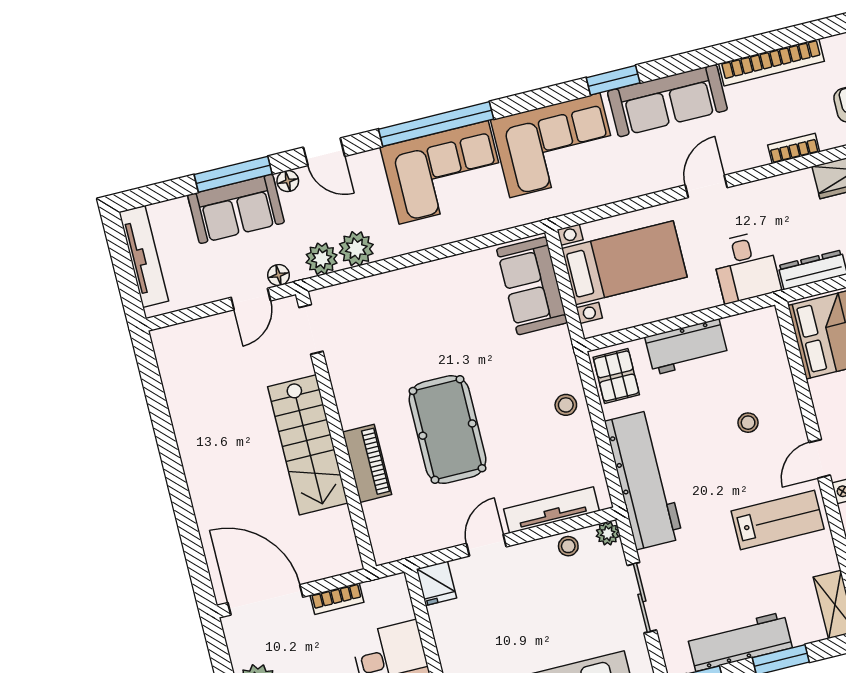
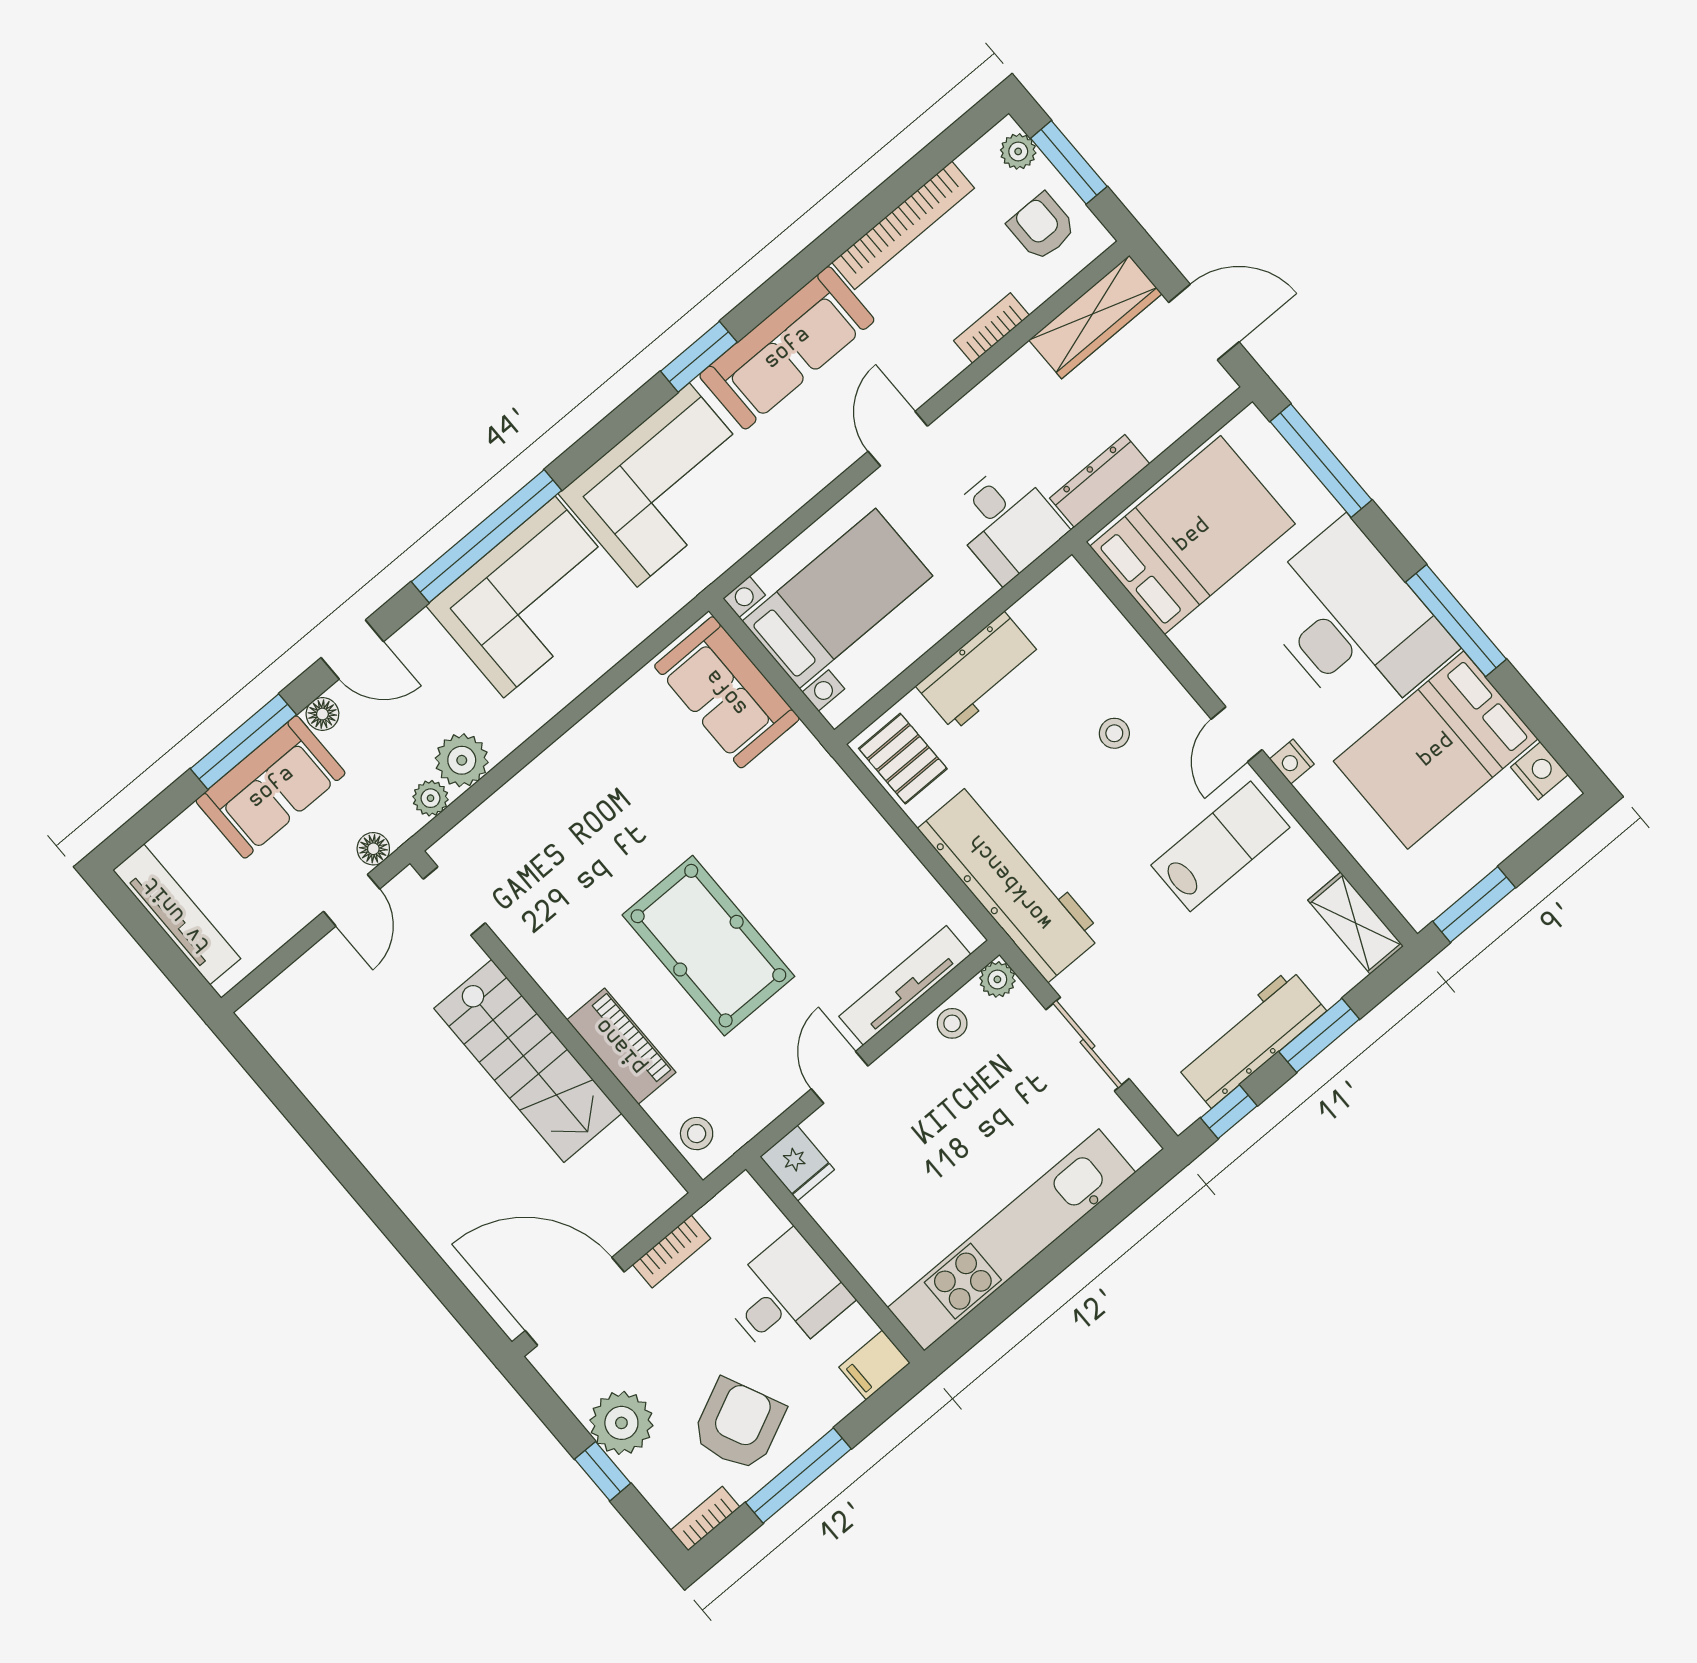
plant: (322, 259) -> (431, 798), width x0.73, depth x0.73
stool: (566, 405) -> (697, 1134), moved

